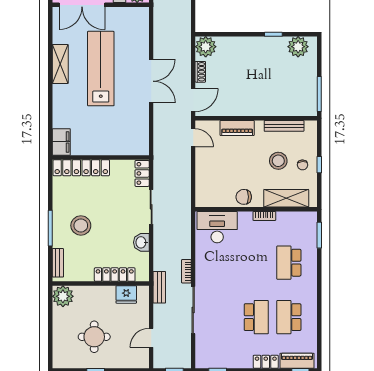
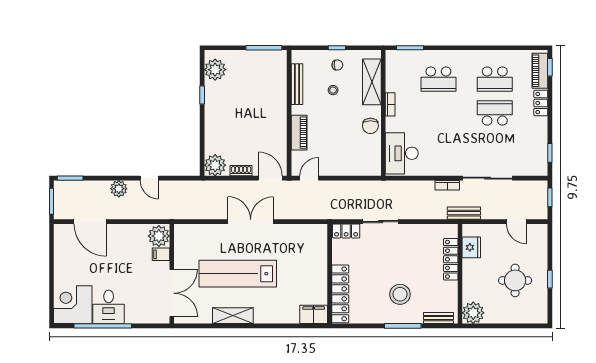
stool: (278, 161) -> (333, 90), width x0.53, depth x0.53
washbasin: (141, 242) -> (417, 232), removed

